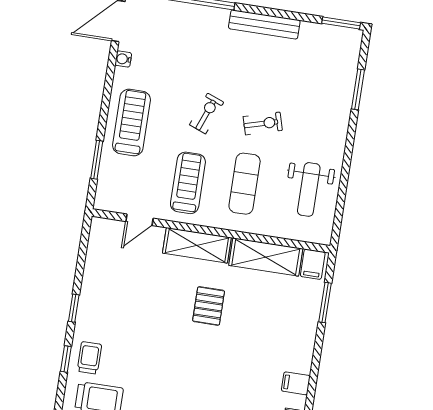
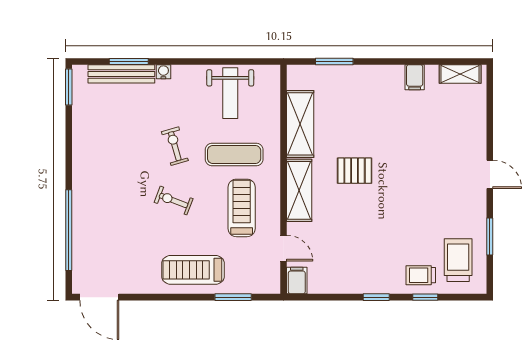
bench: (264, 24) -> (121, 74), moved, turned 90
water cooler: (123, 59) -> (163, 72), moved, turned 180
treadmill: (188, 183) -> (242, 208), turned 90
weight bench: (309, 189) -> (230, 93), turned 90
filing cabinet: (313, 264) -> (297, 281), moved, turned -90

